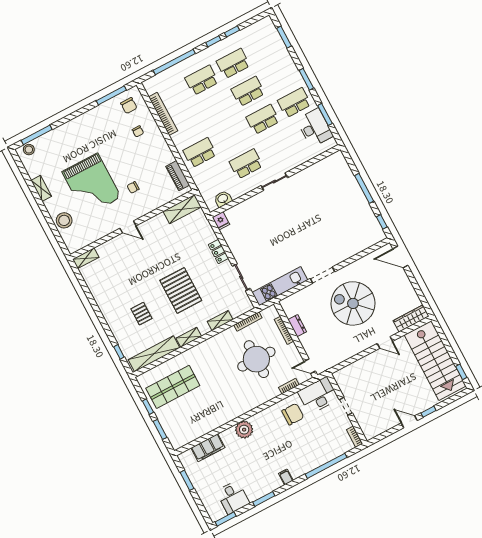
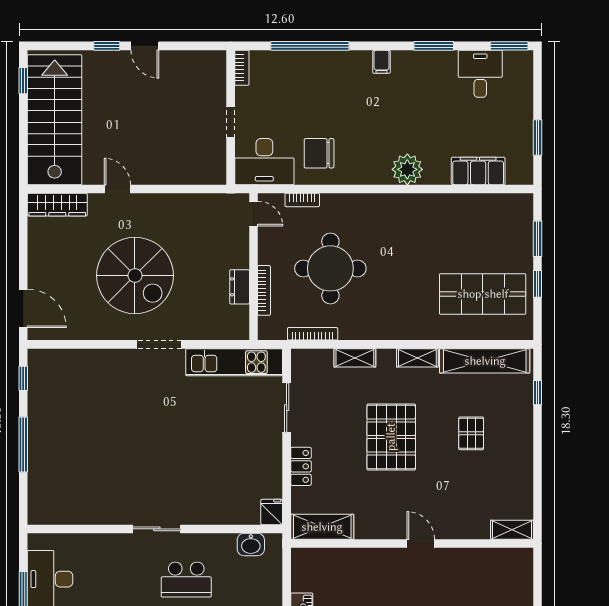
shelving: (182, 209) -> (322, 527), moved
wall: (132, 225) -> (412, 543), moved
door: (128, 227) -> (421, 543), moved
shelving: (86, 258) -> (512, 530), moved

